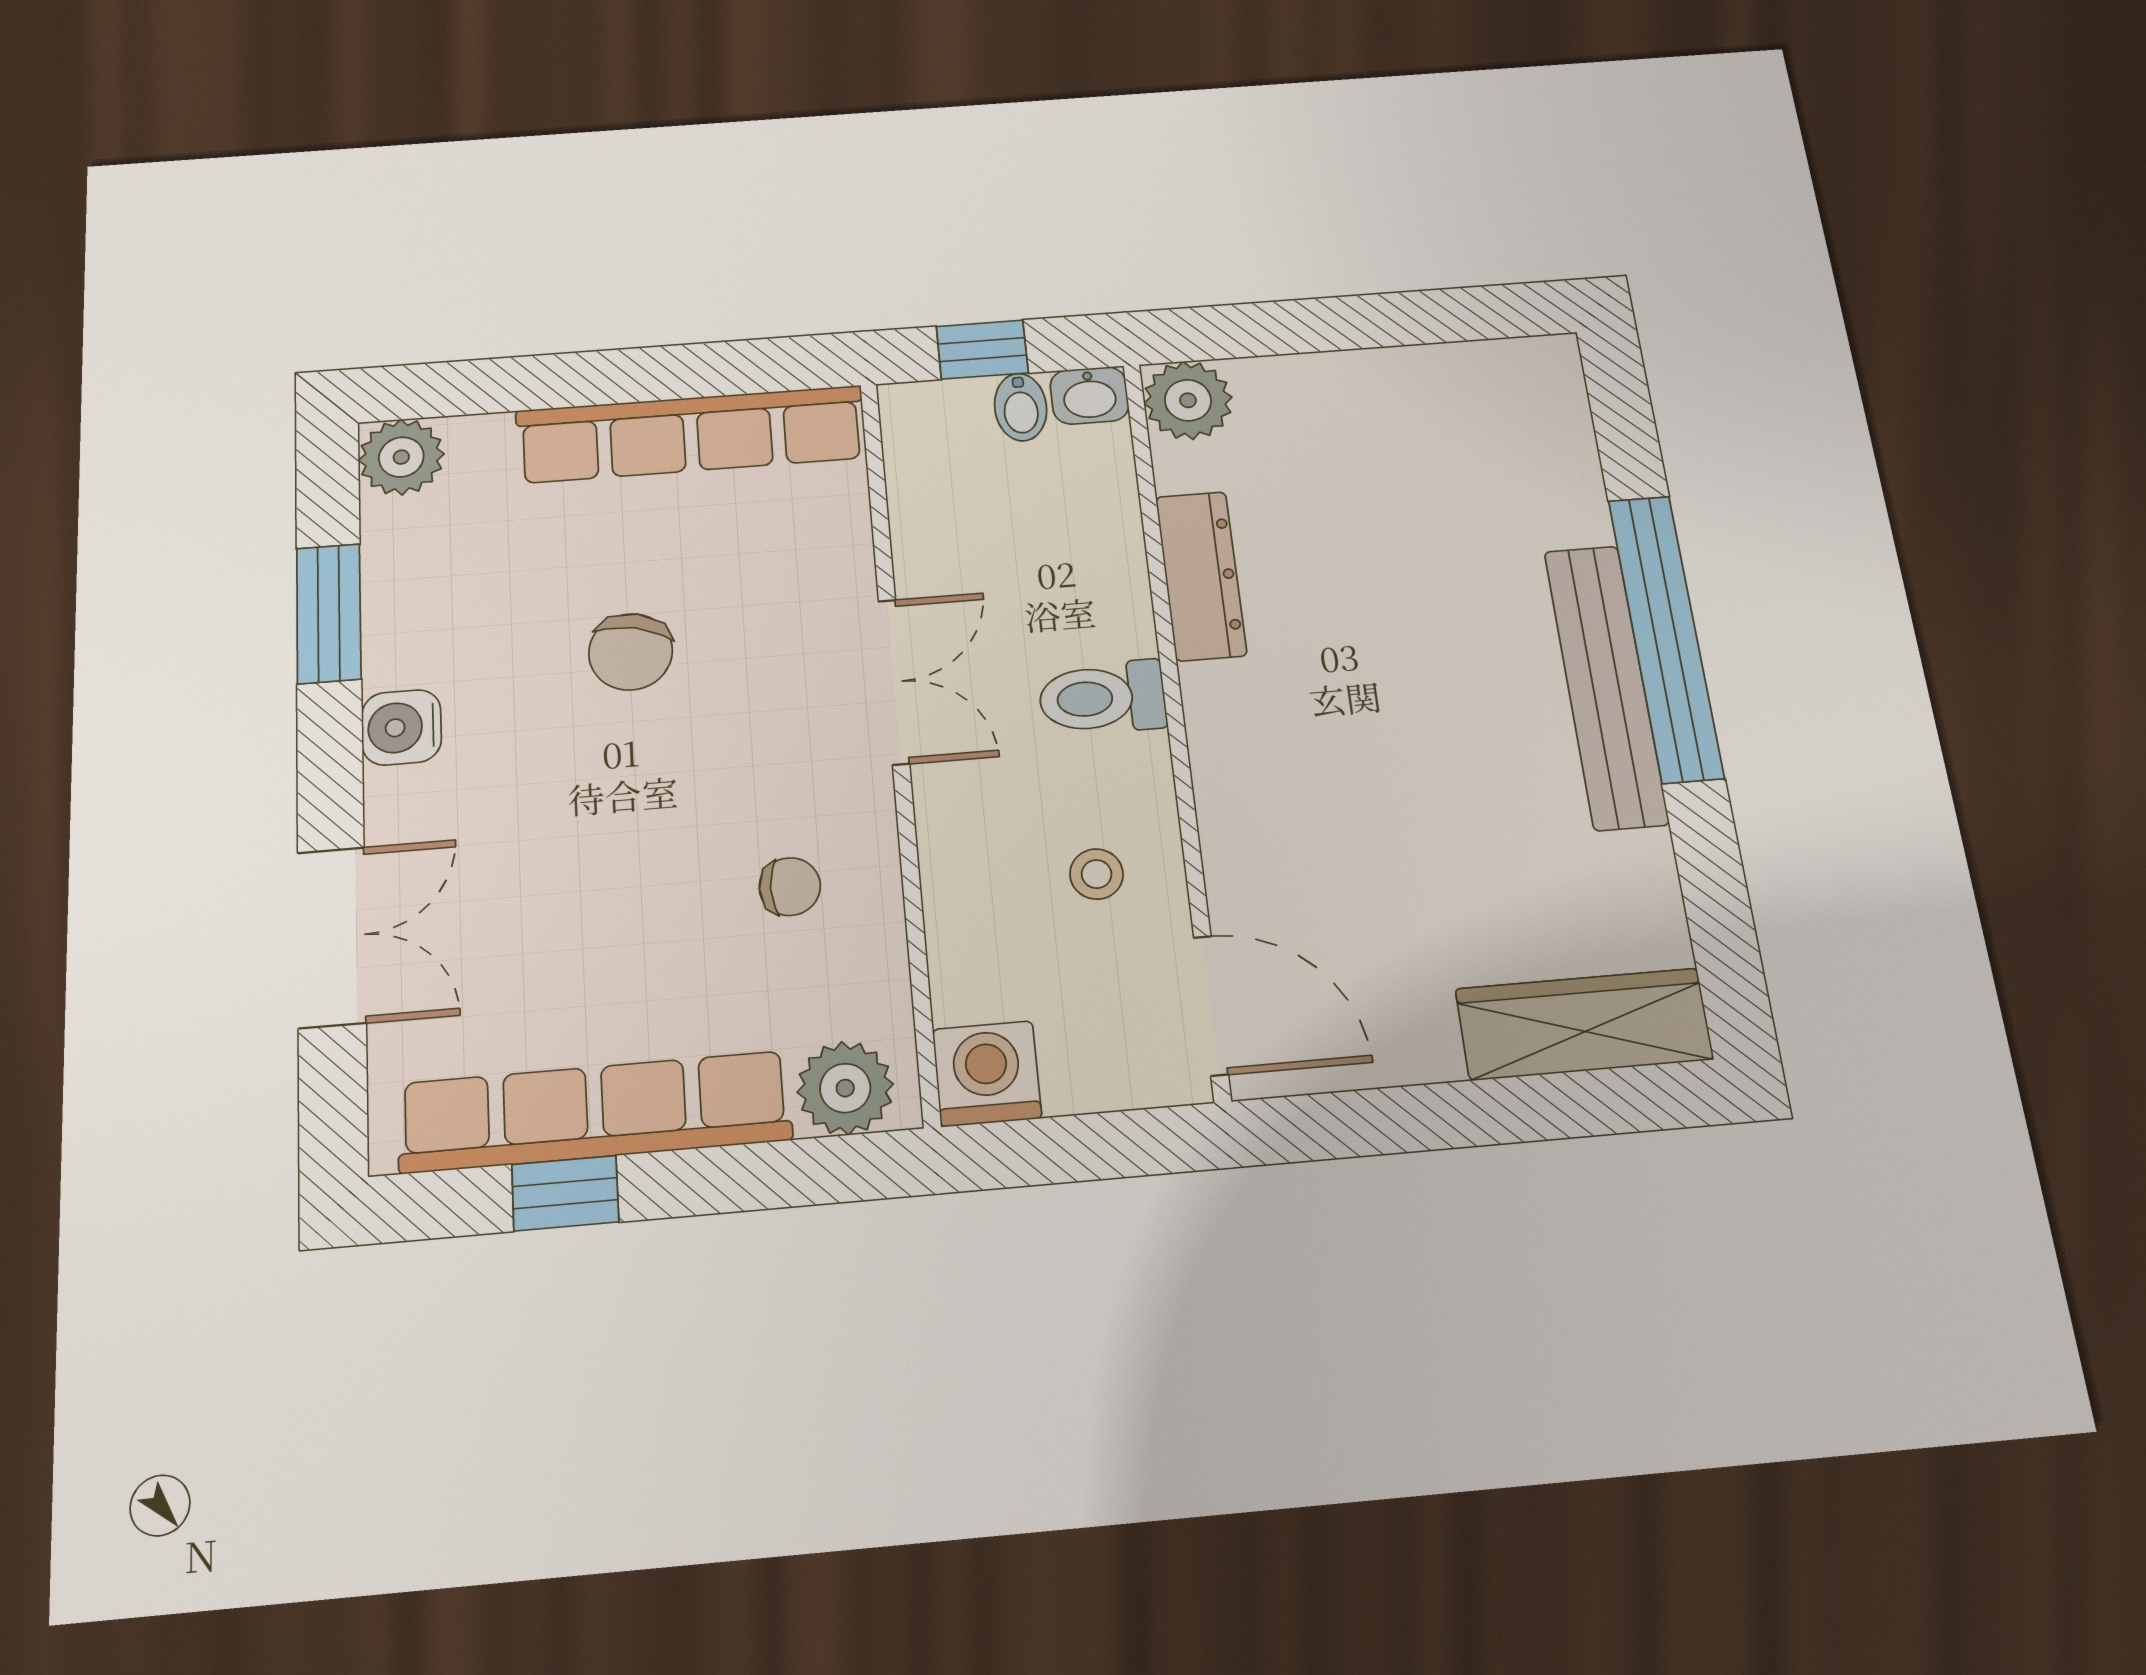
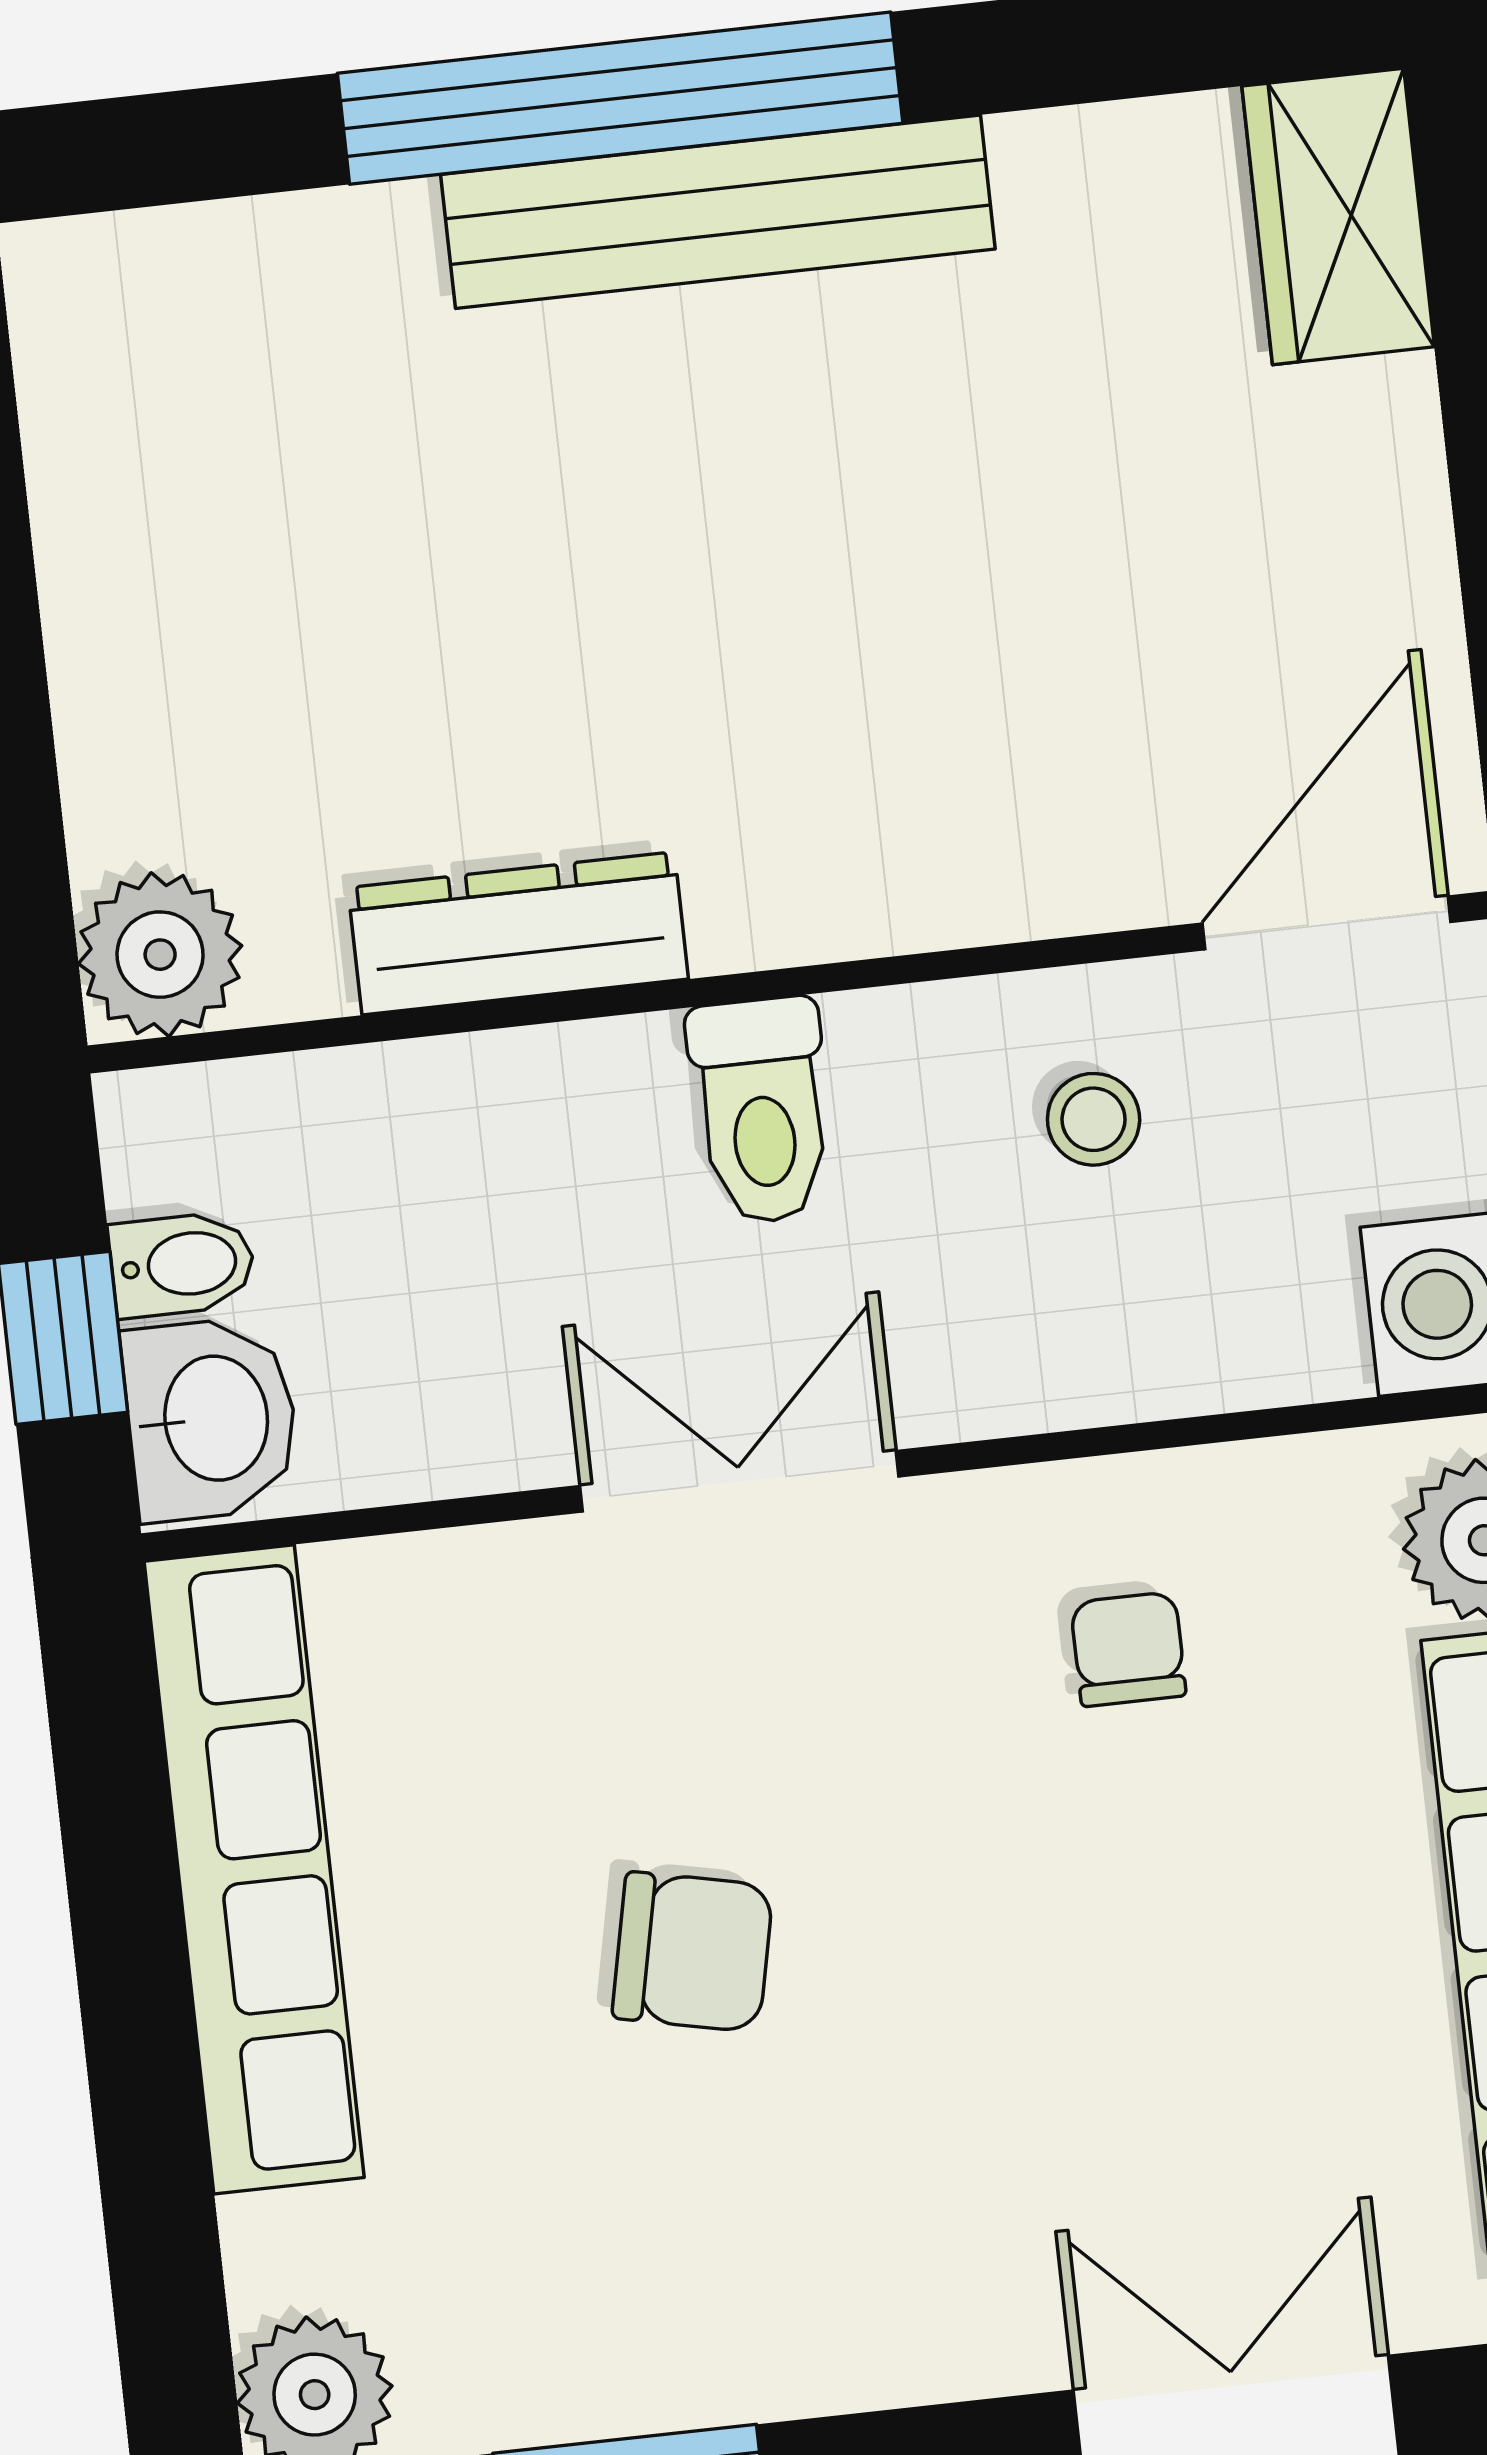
washbasin: (1089, 395) -> (211, 1419), moved, width x1.38, depth x1.45
water cooler: (401, 727) -> (847, 2345), removed
wardrobe: (1584, 1024) -> (1338, 216), width x0.67

